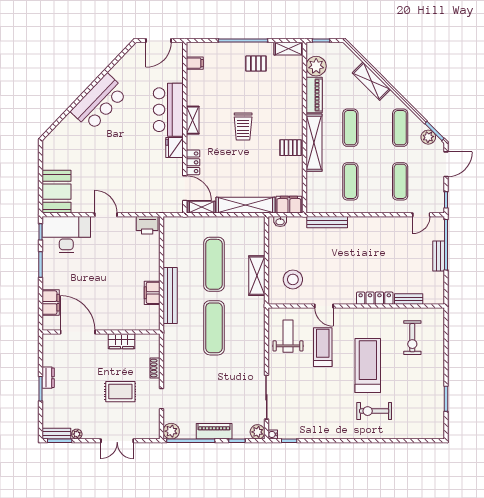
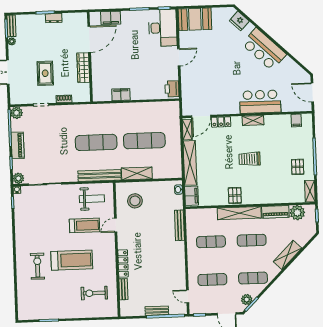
fridge: (174, 147) -> (239, 21), moved, turned -136
bench: (170, 296) -> (100, 176), moved
wardrobe: (122, 341) -> (83, 68), width x1.50

